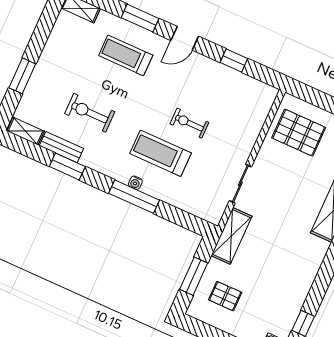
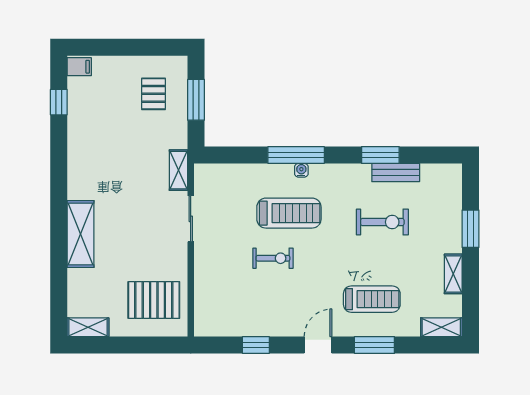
shelving: (25, 131) -> (453, 274), moved, turned 90
shelving: (231, 236) -> (178, 170), width x0.67, depth x0.75
pallet: (225, 296) -> (153, 94), turned 90

